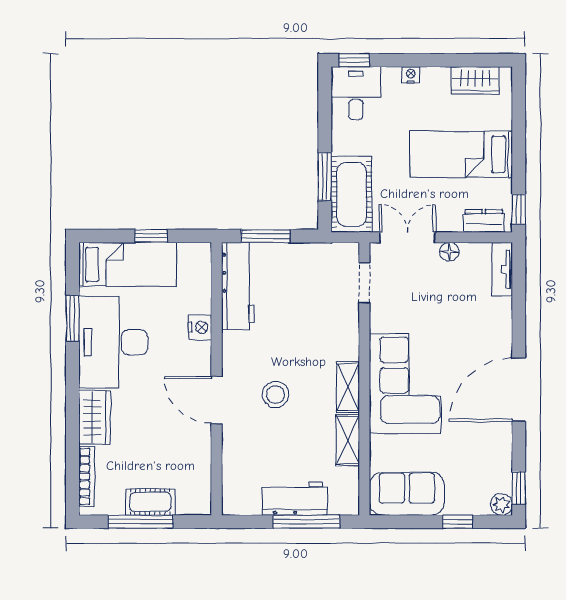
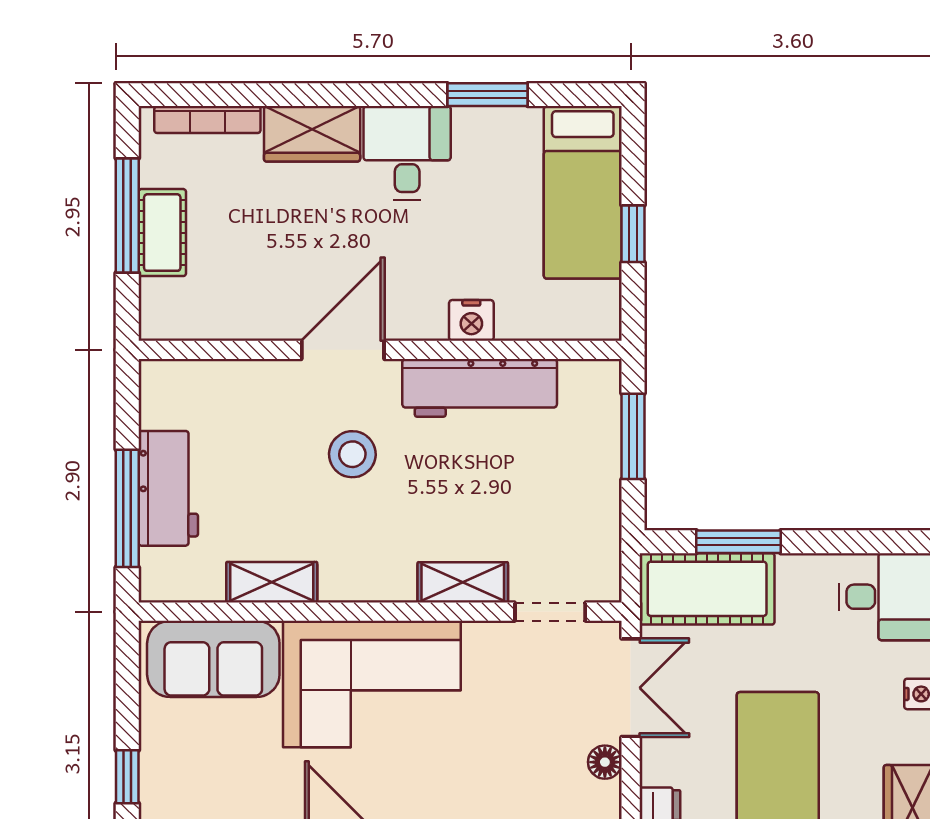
workbench: (238, 286) -> (480, 388), moved
desk: (113, 342) -> (407, 153), width x0.53, depth x0.77
shelving: (348, 387) -> (463, 582), moved
sofa: (407, 494) -> (213, 659), moved, turned 90

